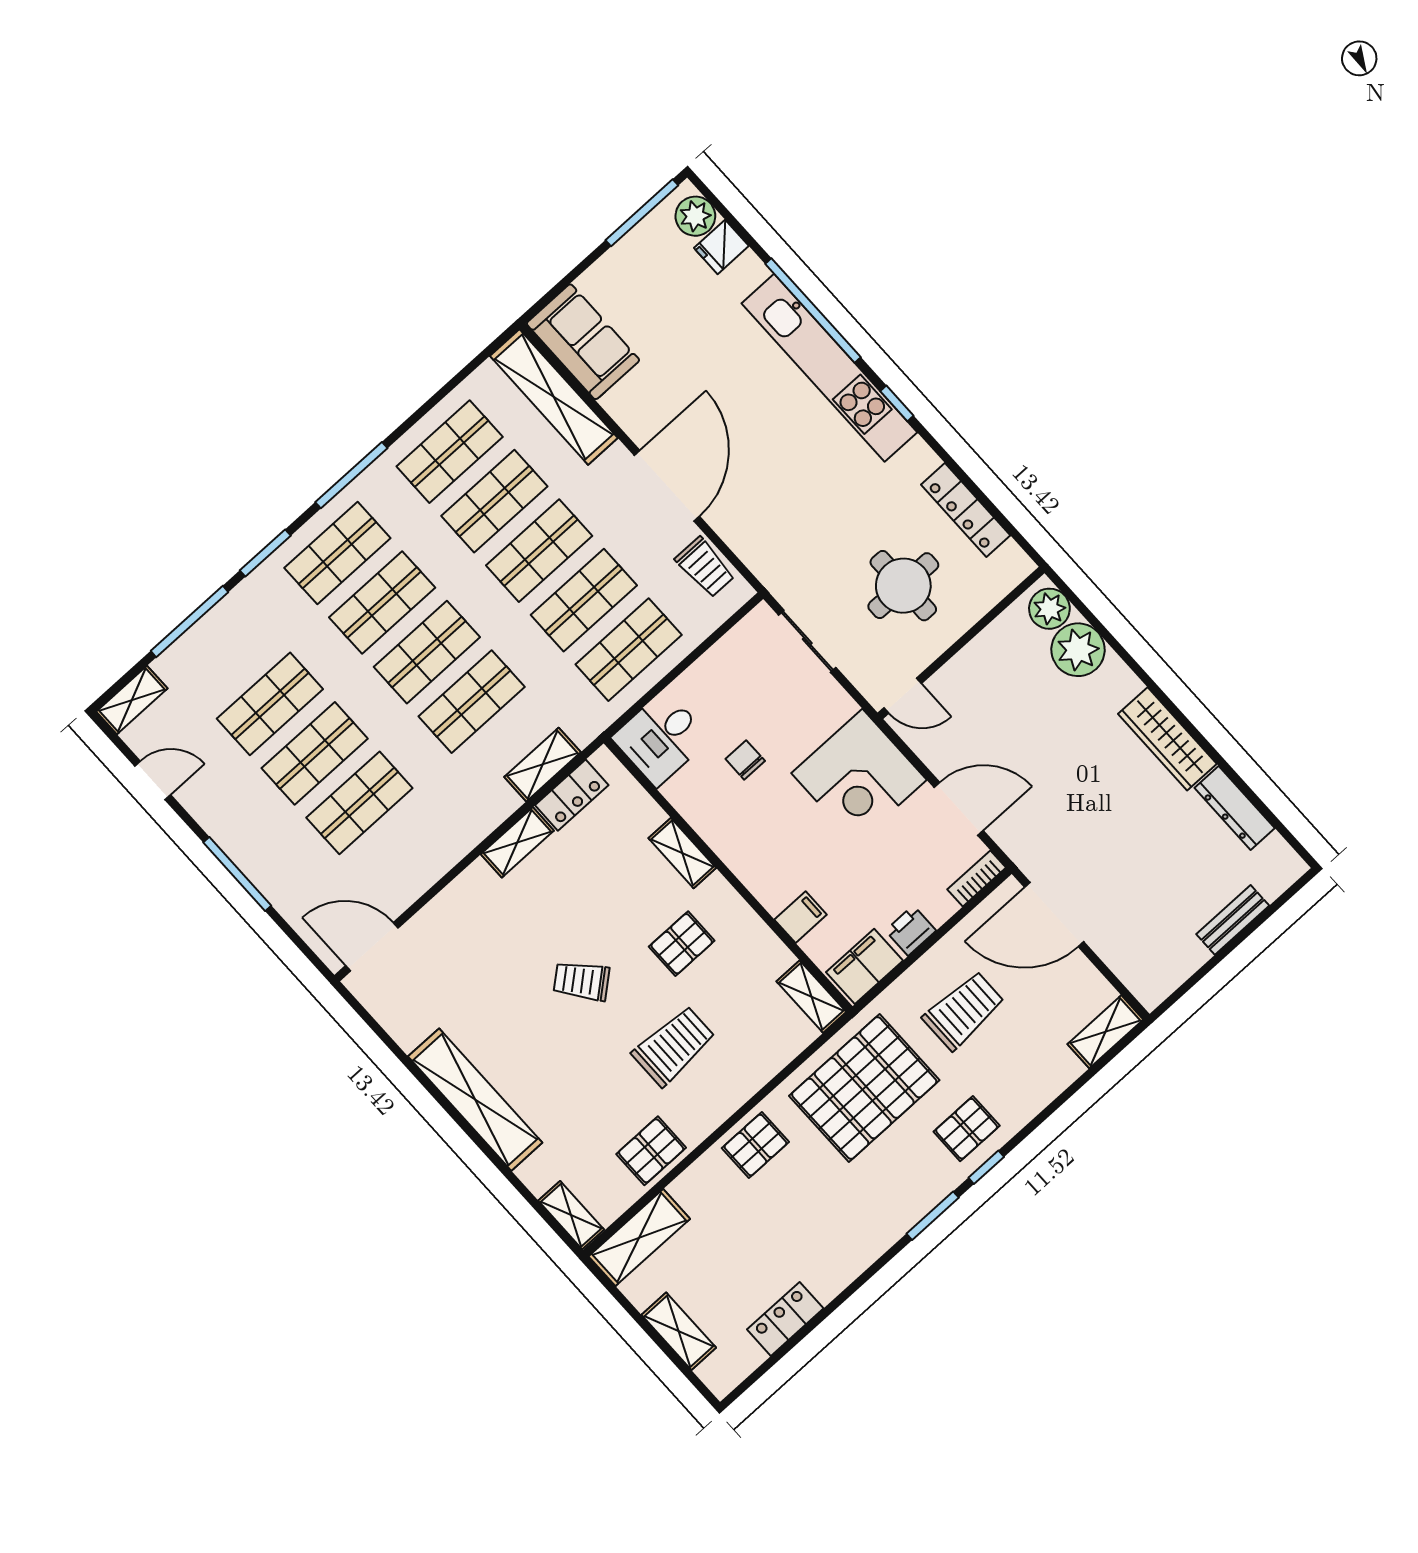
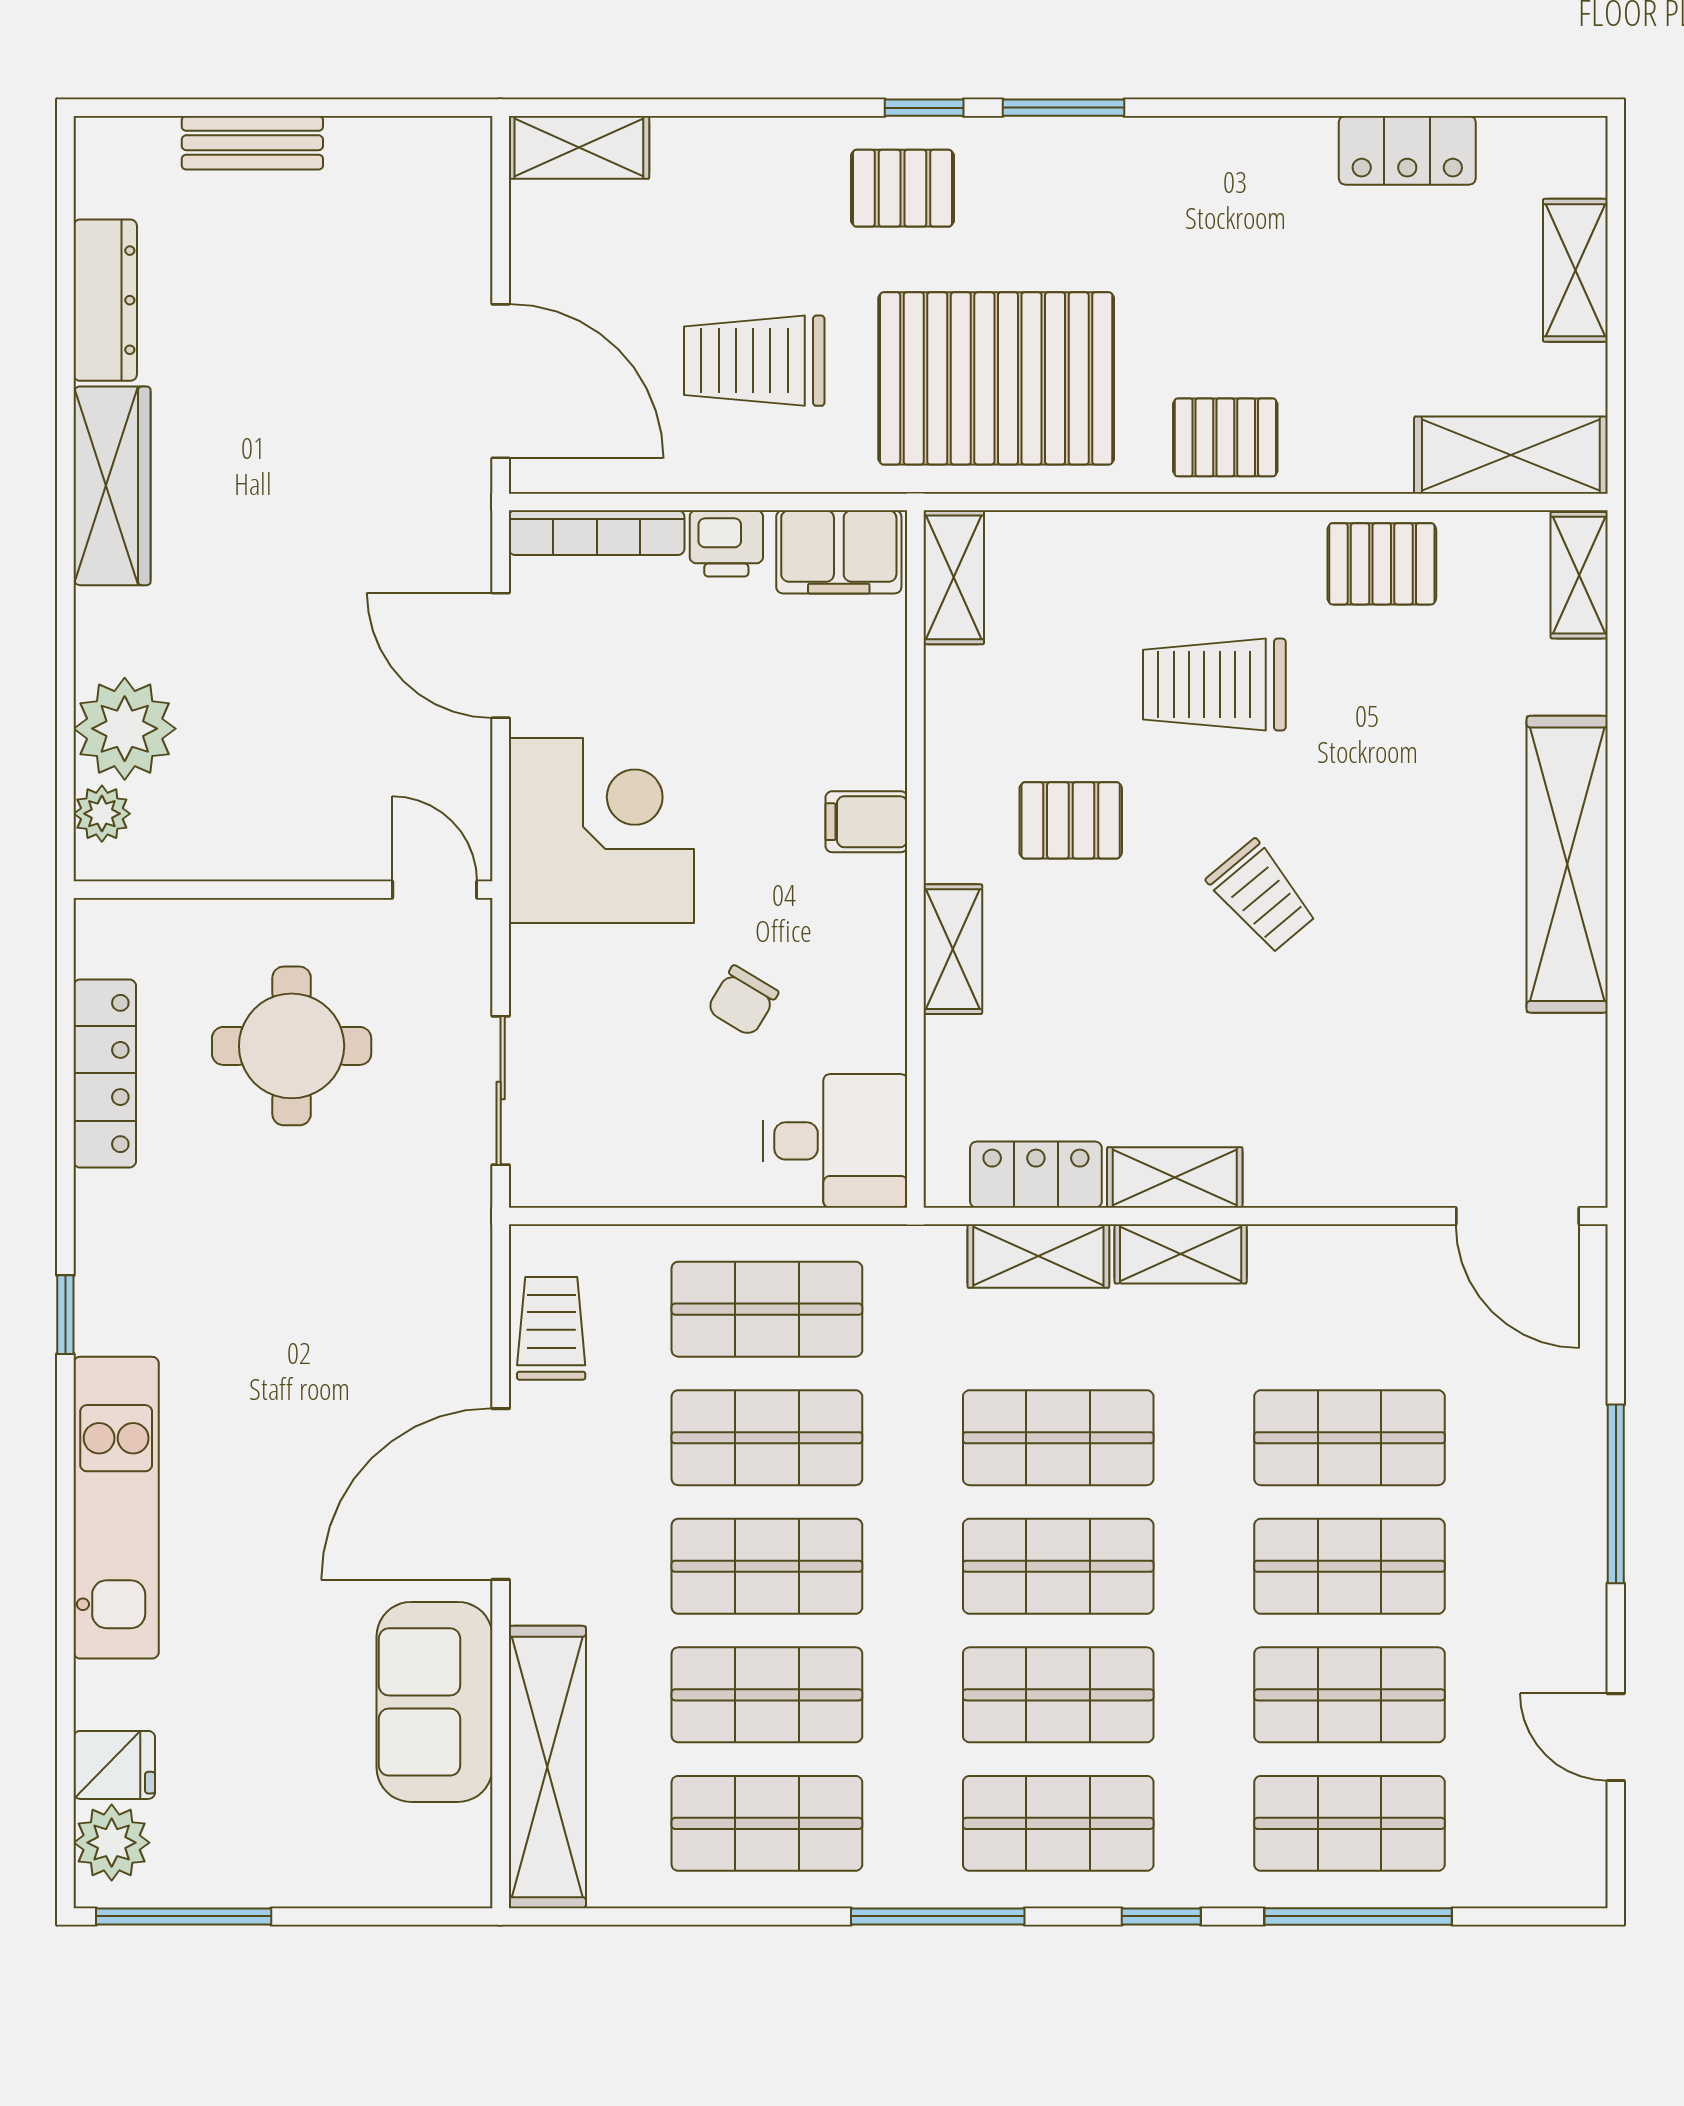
window: (813, 311) -> (65, 1556), removed
sofa: (583, 342) -> (435, 1702), moved
kitchen unit: (829, 368) -> (116, 1508), width x0.73
window: (265, 553) -> (1161, 1916), width x0.67
plant: (1049, 609) -> (102, 814), width x0.73, depth x0.73
shop shelf: (225, 654) -> (1349, 1823), added
shelving: (132, 700) -> (1181, 1254), moved
chair: (745, 760) -> (743, 1001), turned 31
bookcase: (977, 878) -> (597, 533), width x1.56
filing cabinet: (801, 917) -> (866, 822), moved

